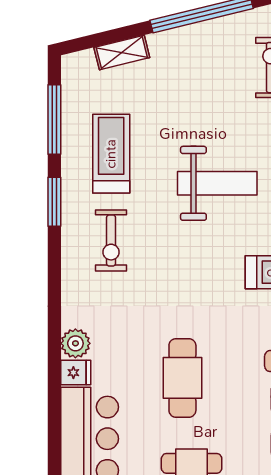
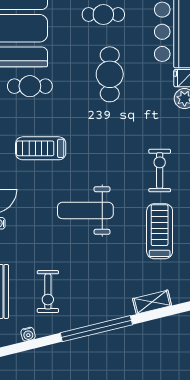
treadmill: (111, 154) -> (160, 231), turned 180

